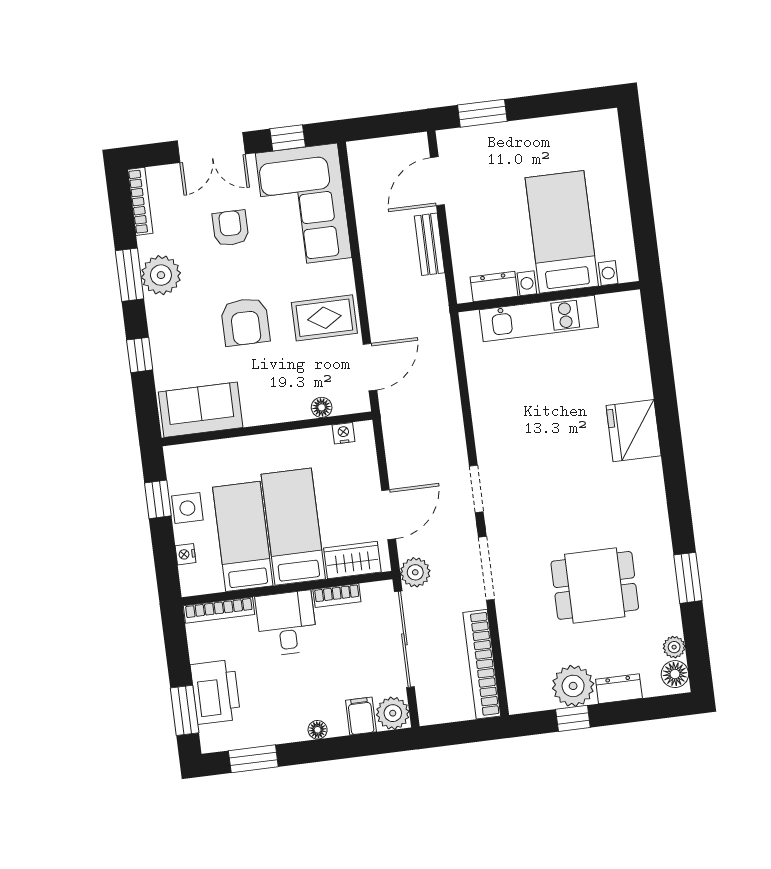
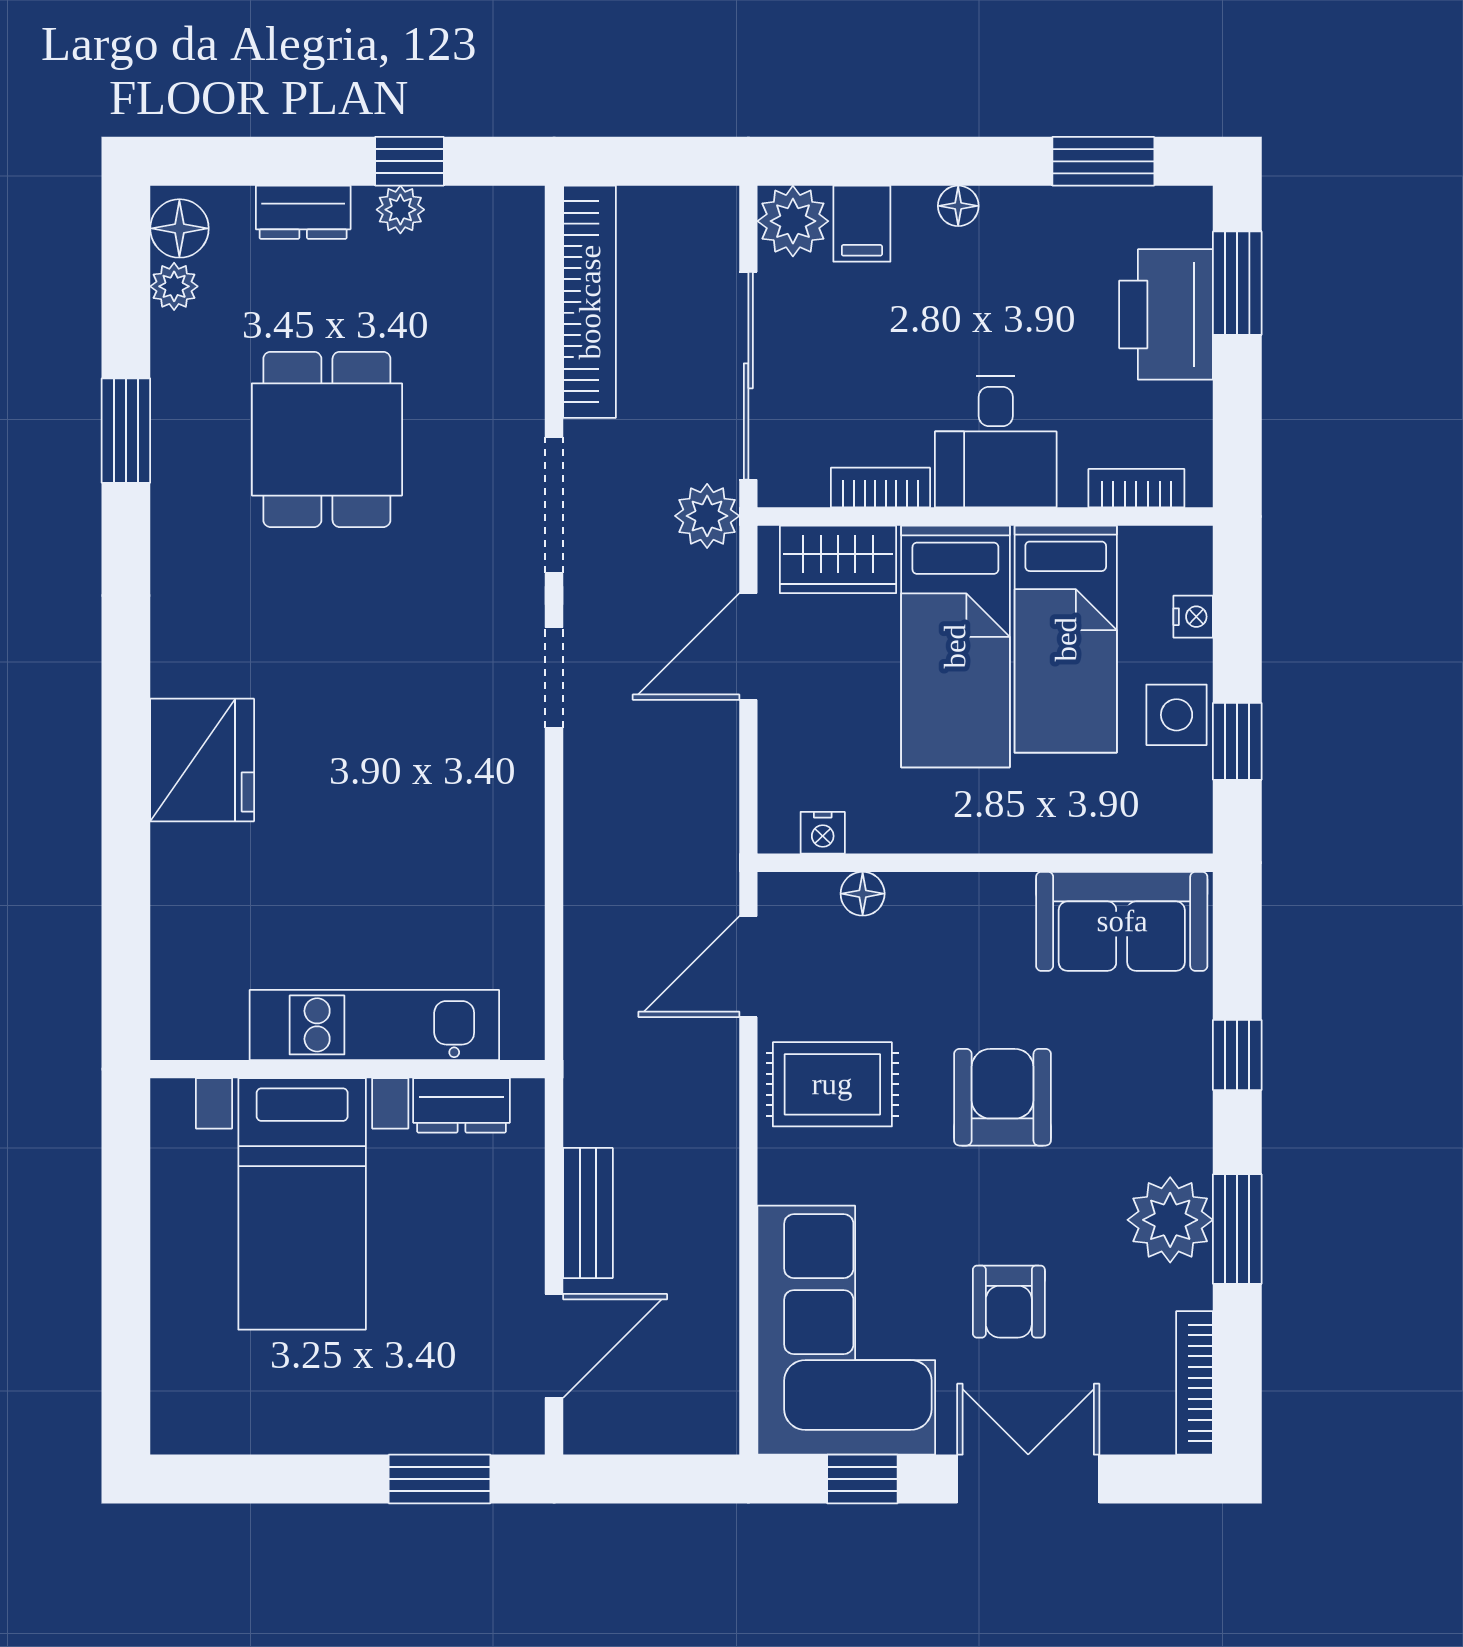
dining table: (595, 585) -> (327, 439), turned 90
bookcase: (219, 610) -> (1136, 488), width x0.64
plant: (573, 686) -> (400, 210), width x0.53, depth x0.53

